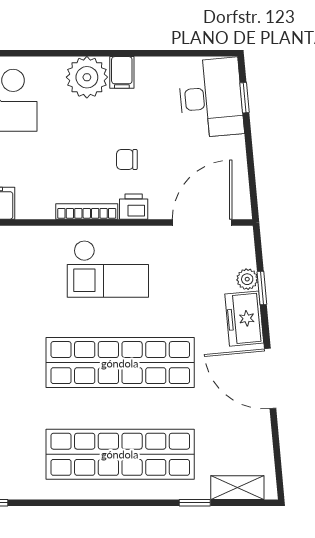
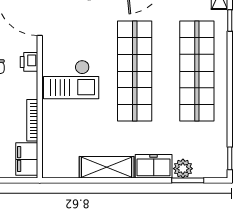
bookcase: (87, 211) -> (32, 120), moved
checkout: (108, 269) -> (71, 79), turned 90

